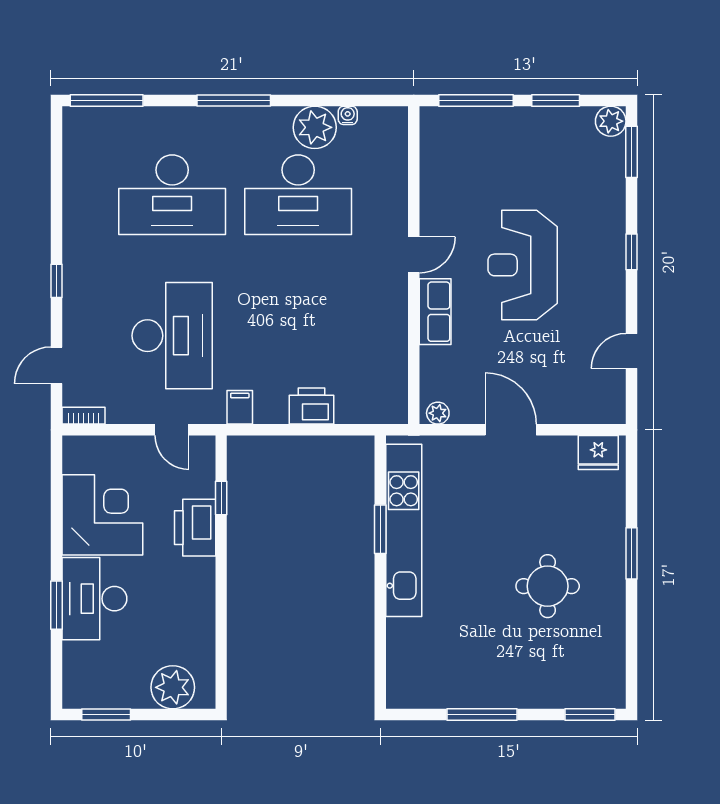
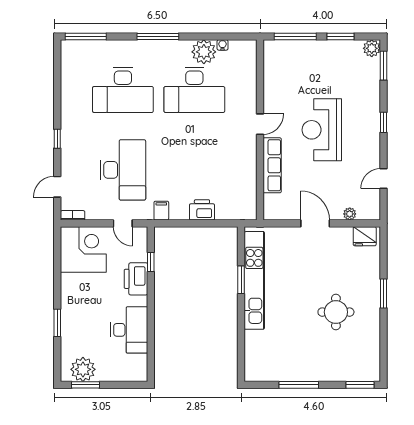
row of seats: (435, 312) -> (272, 165), width x1.48
plant: (438, 413) -> (350, 214), moved
corner desk: (102, 515) -> (83, 249), moved
desk: (94, 599) -> (129, 330), moved, turned 180
plant: (173, 687) -> (83, 369), moved

